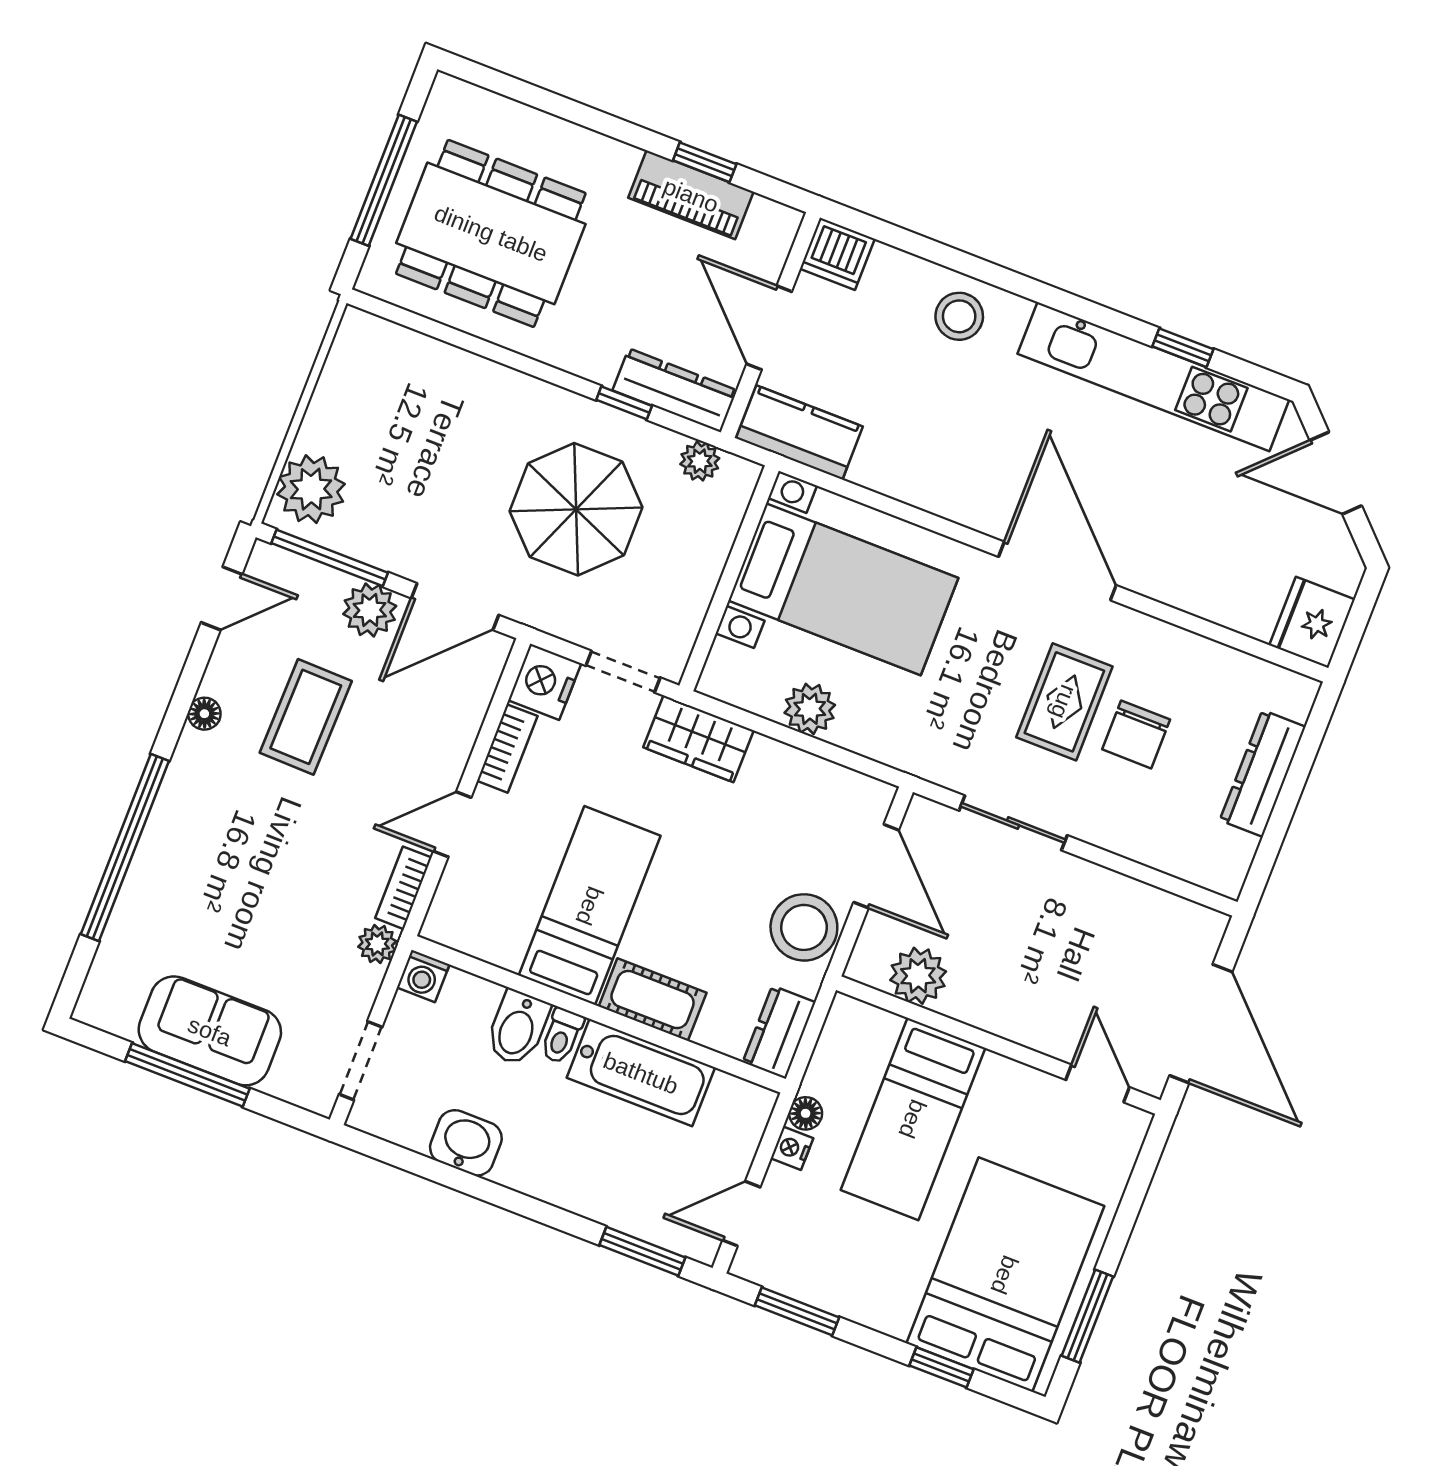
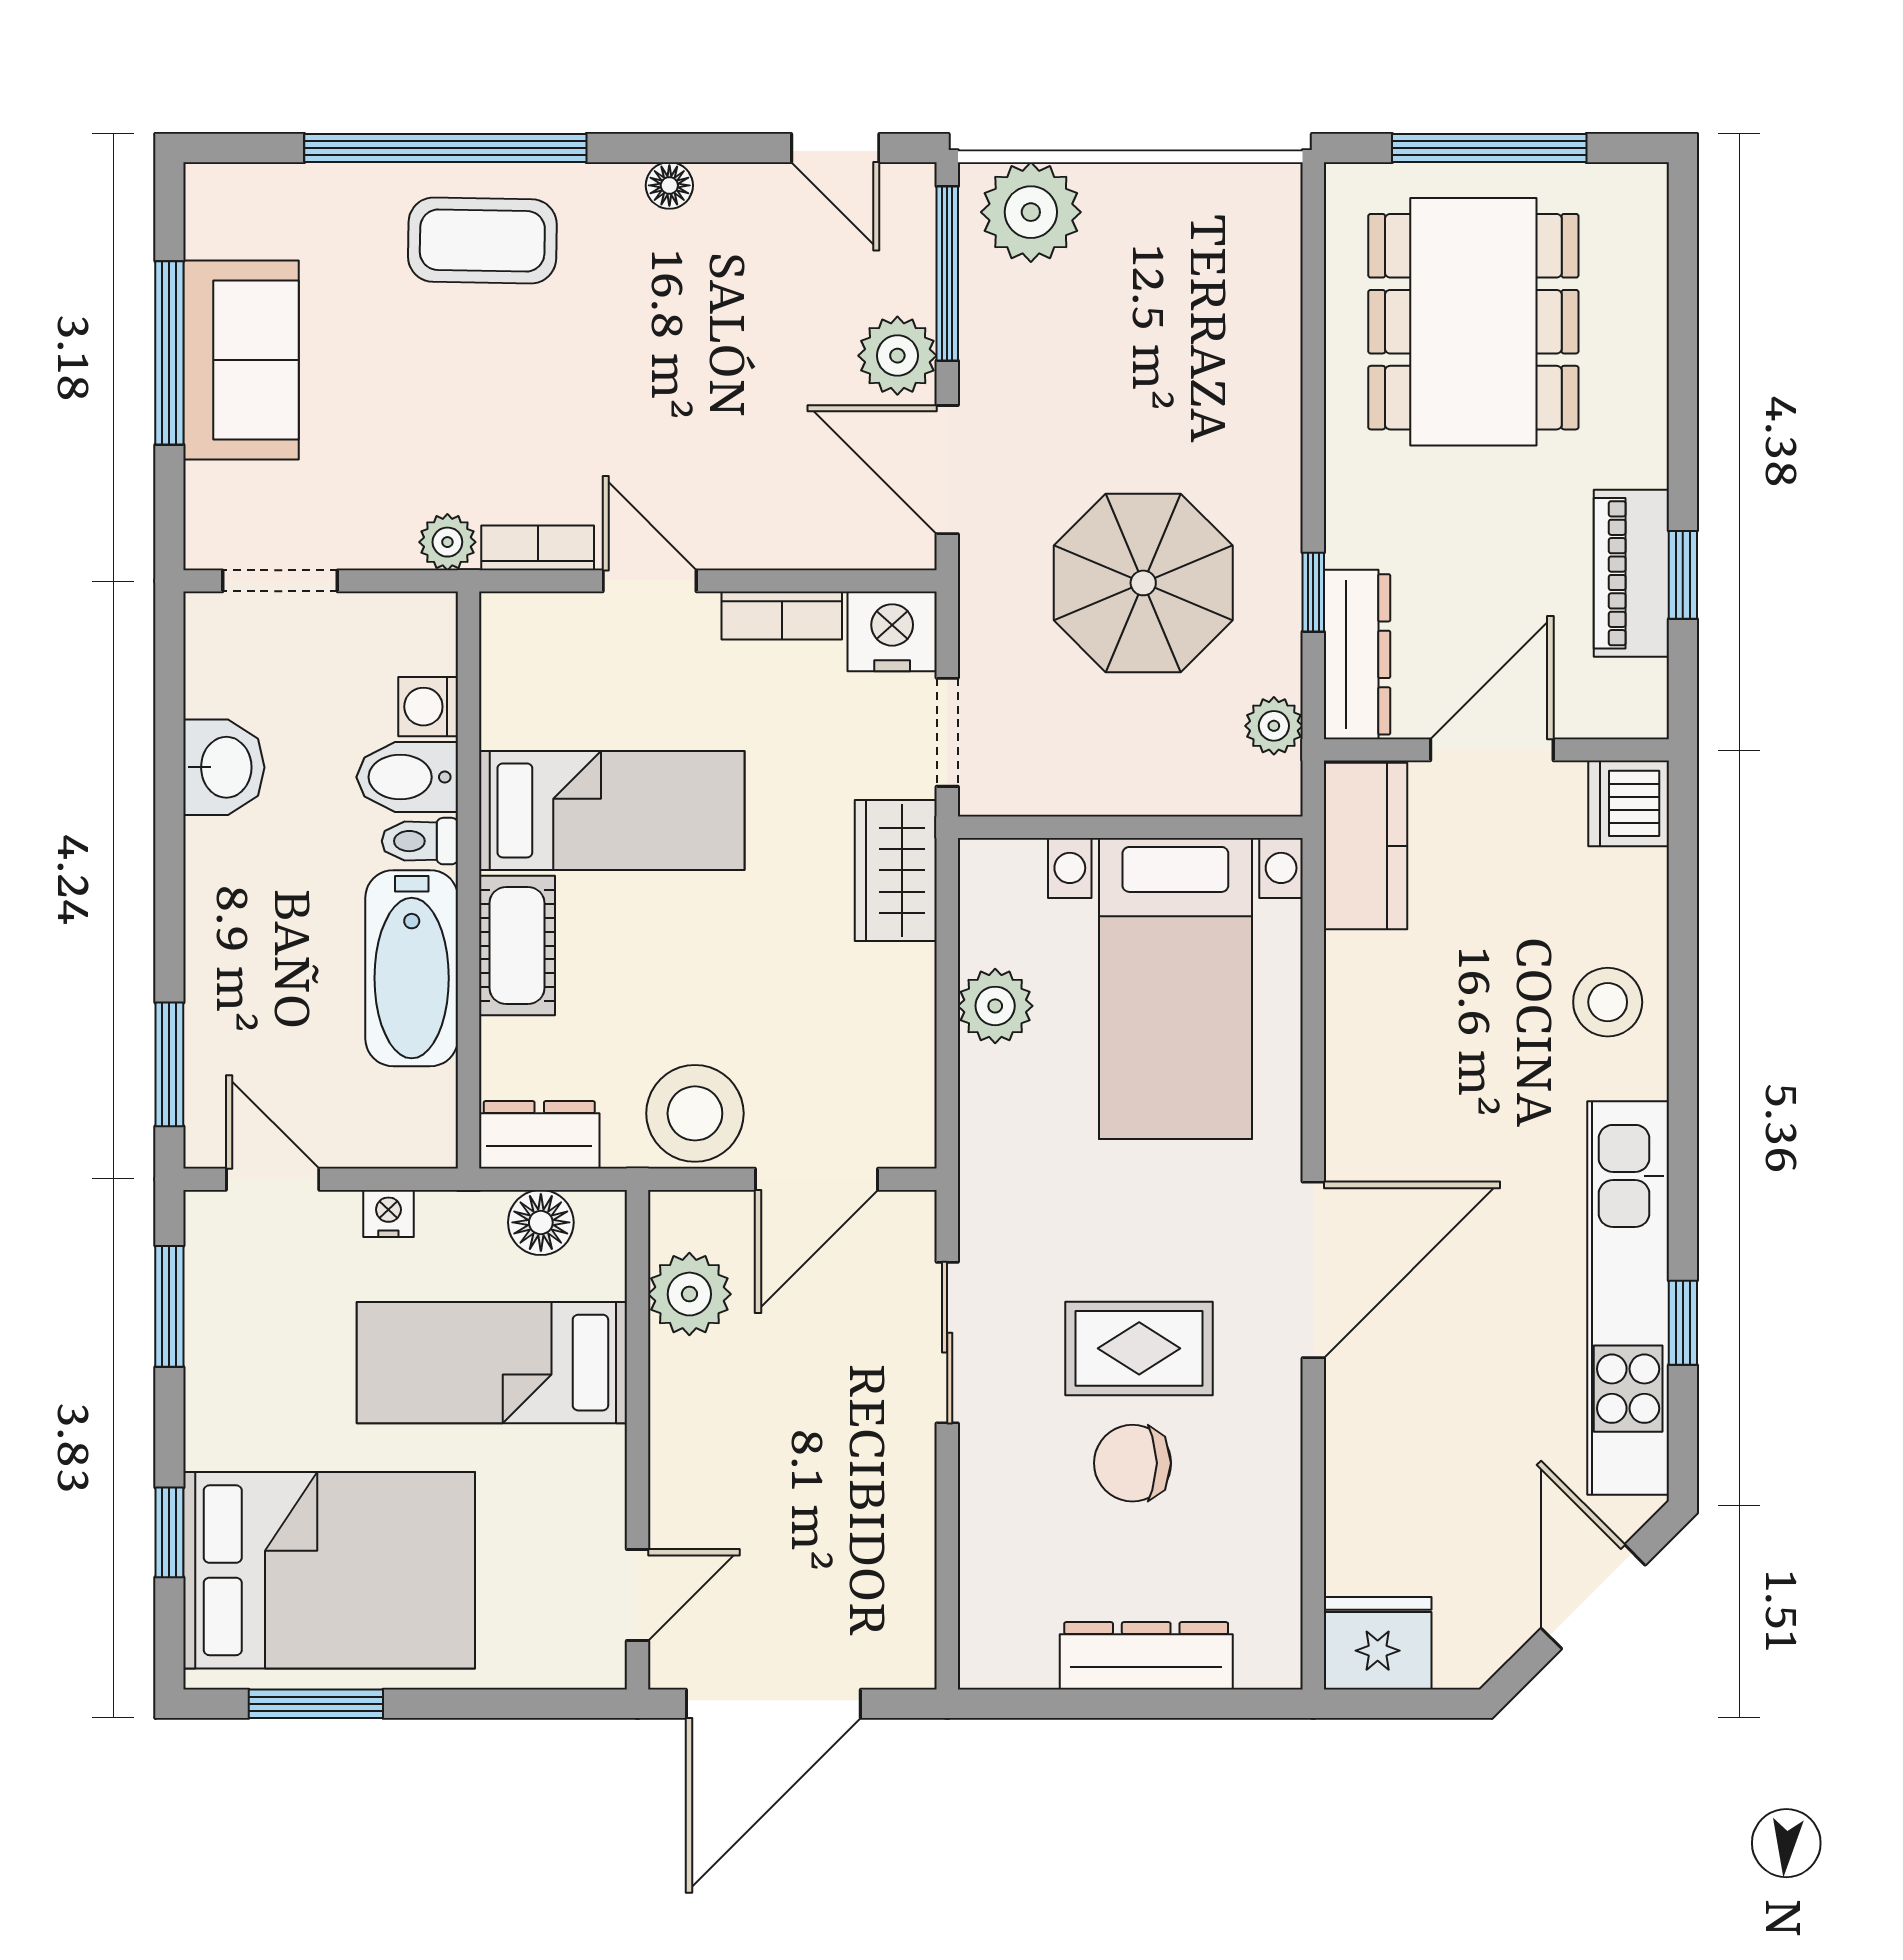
coffee table: (306, 717) -> (482, 240), moved
washing machine: (423, 976) -> (428, 707), moved
floor lamp: (806, 1113) -> (541, 1222), moved, width x1.37, depth x1.37

